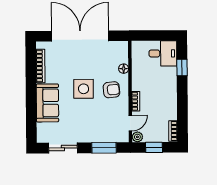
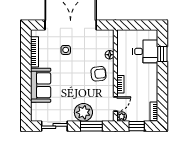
desk: (163, 53) -> (145, 51), moved
side table: (84, 89) -> (66, 50), moved, width x0.54, depth x0.54
plant: (95, 133) -> (83, 112), added

